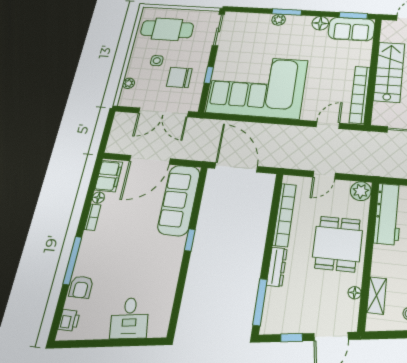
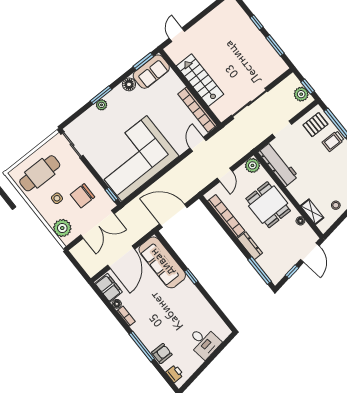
window: (209, 75) -> (112, 194), moved
plant: (129, 83) -> (62, 228), width x1.88, depth x1.88
armchair: (81, 287) -> (162, 354), turned -90

